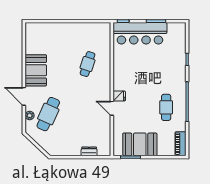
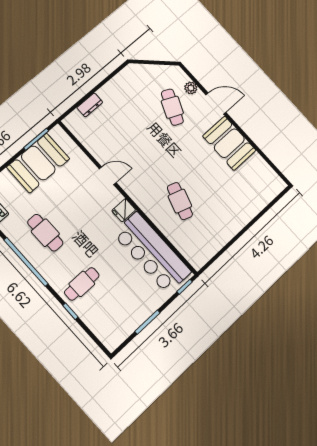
bar counter: (140, 33) -> (152, 253), moved, turned -90
cafe table: (171, 67) -> (82, 284), added
fridge: (119, 96) -> (124, 210), moved
cafe table: (48, 114) -> (172, 107), width x0.73, depth x0.74

